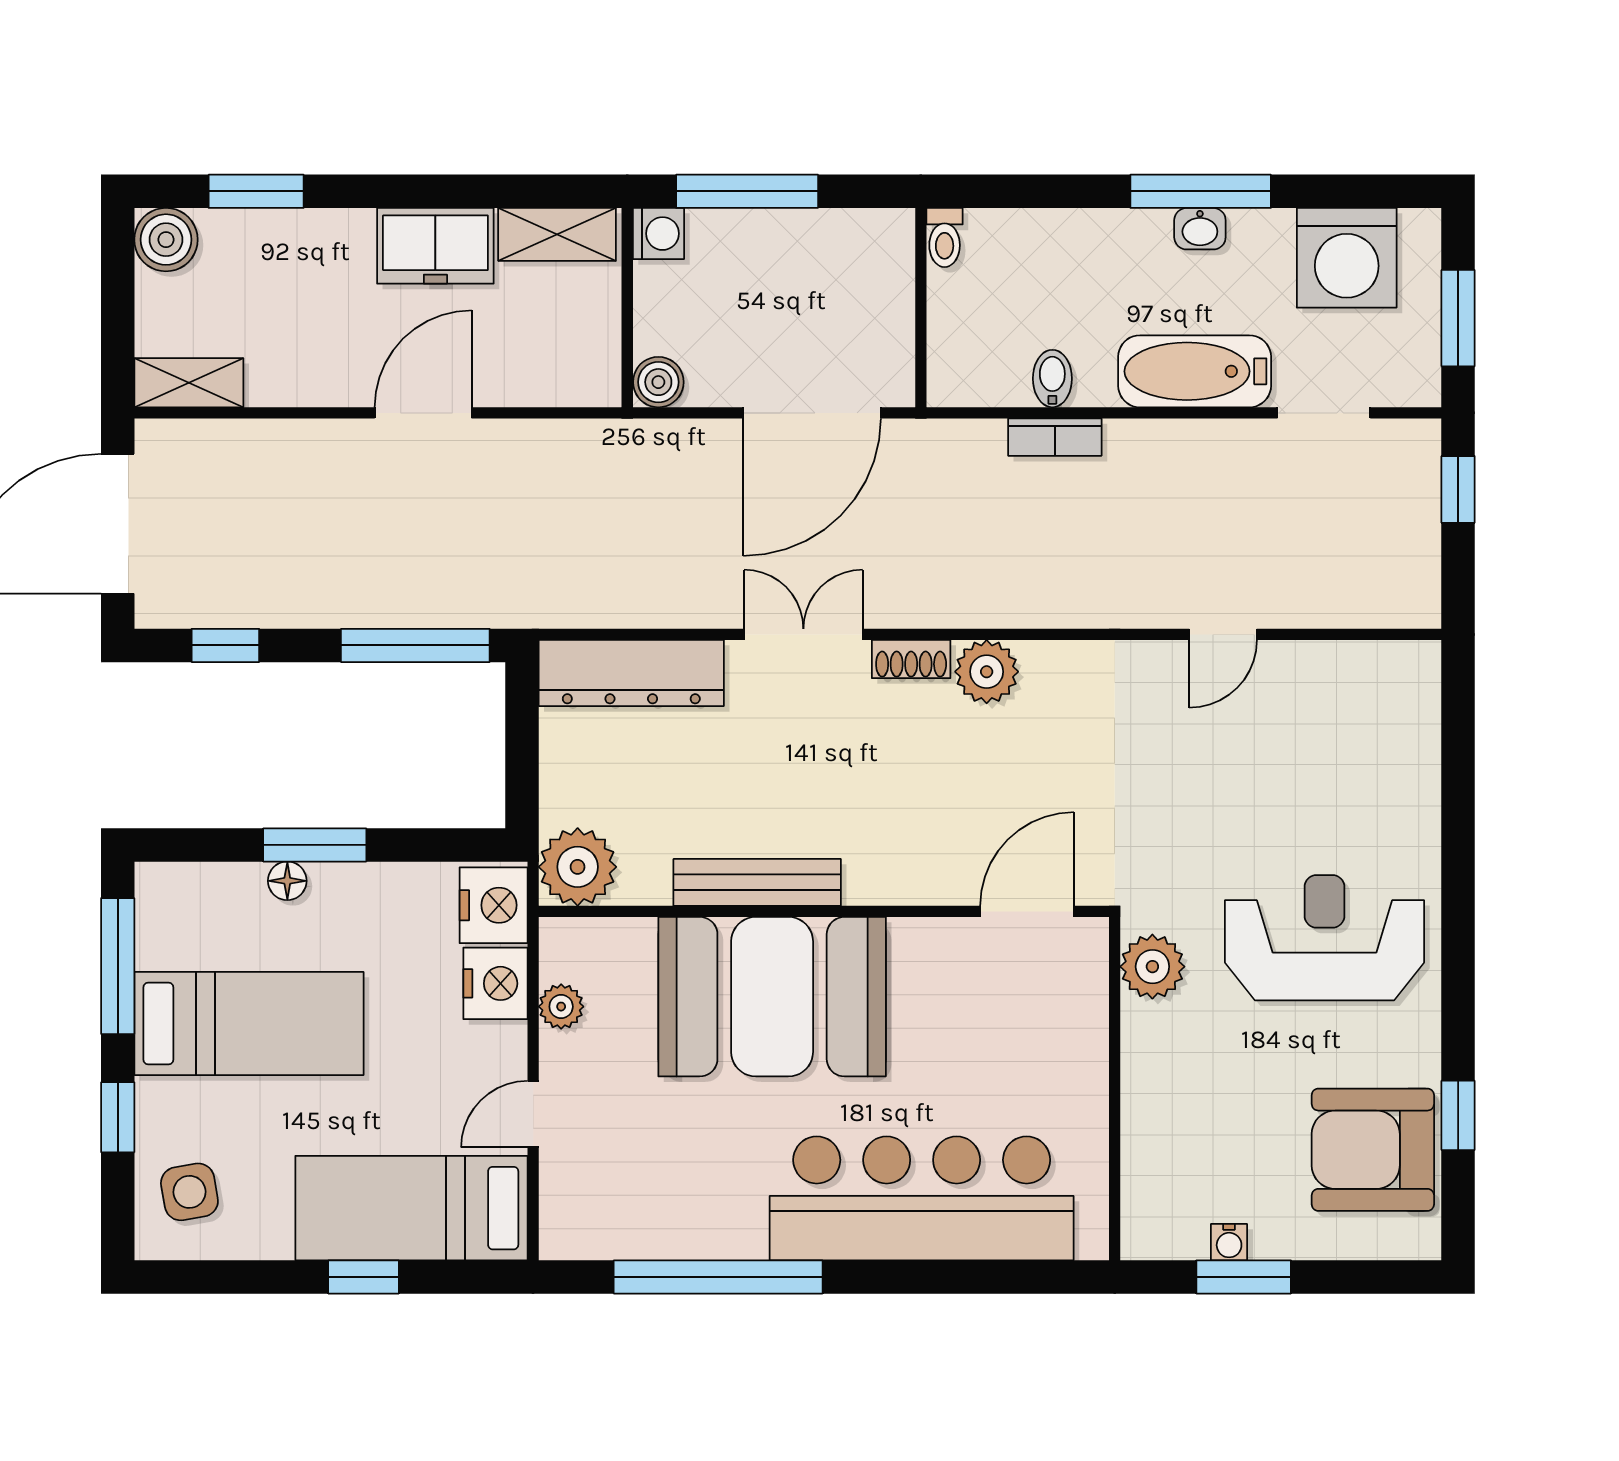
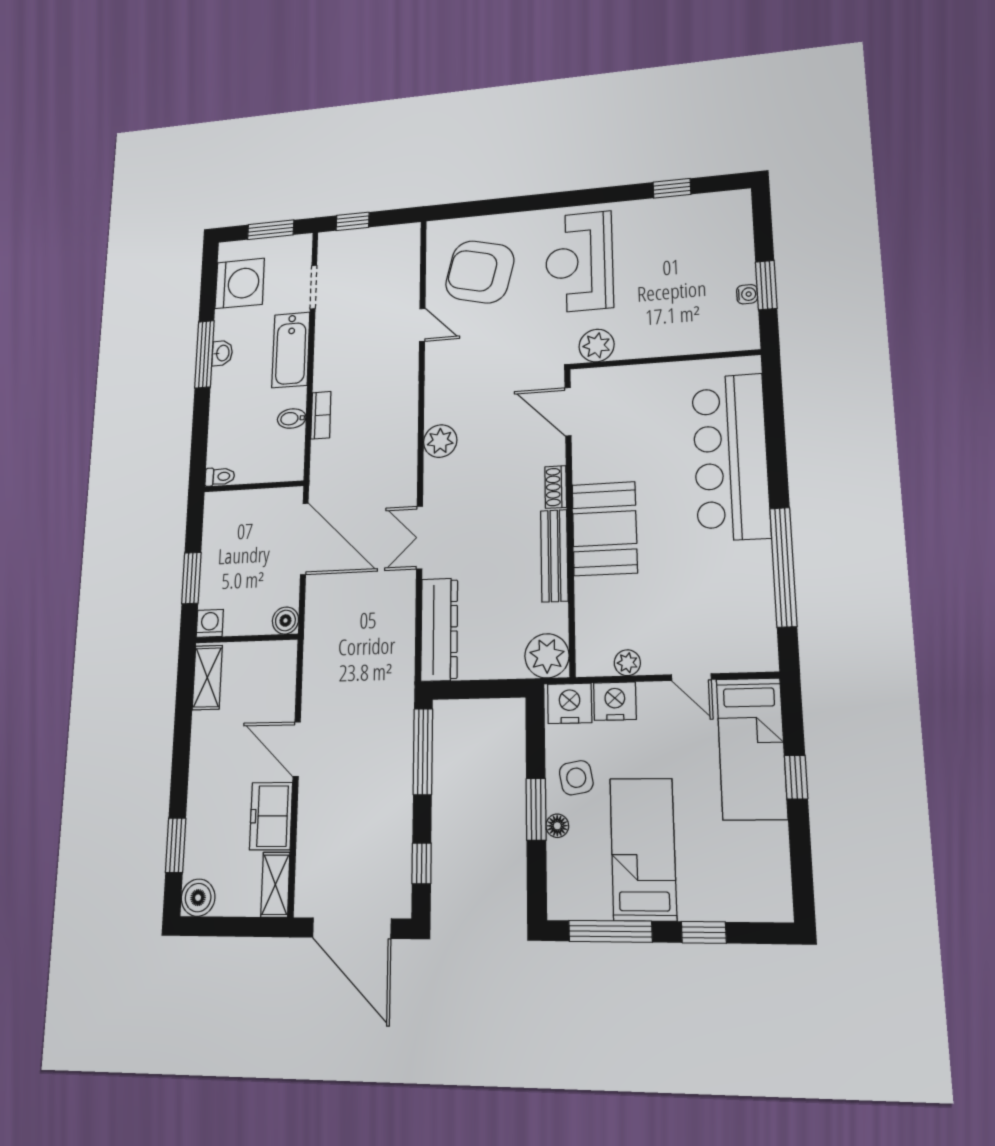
window: (747, 191) -> (191, 578), width x0.69
freezer: (435, 246) -> (271, 816), moved, turned 180
shoe rack: (911, 659) -> (556, 487), moved, turned 180
booth: (772, 997) -> (605, 529), width x0.73, depth x0.70
armchair: (1373, 1150) -> (480, 272), moved, turned 104
side table: (189, 1192) -> (576, 778), moved

